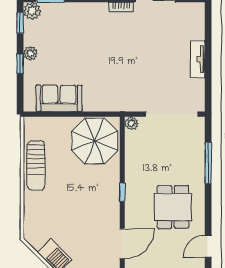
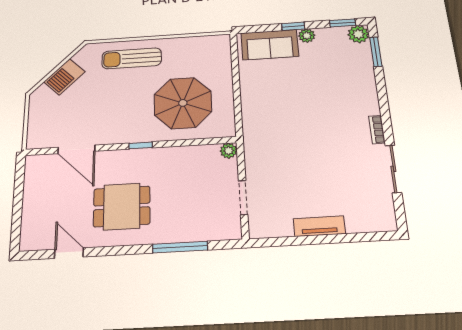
sofa: (59, 98) -> (270, 45), moved, turned 90
doorway: (172, 114) -> (243, 198), width x0.53
parasol: (95, 141) -> (183, 103), moved
sun lounger: (36, 165) -> (132, 58), moved

